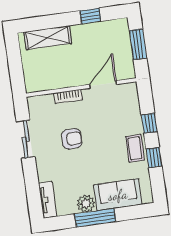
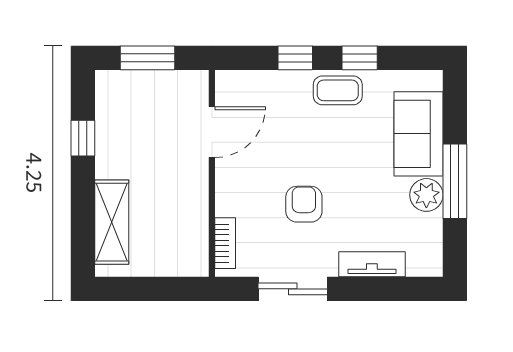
door: (103, 84) -> (212, 132), swing flipped
bookcase: (68, 96) -> (225, 243), moved
tv unit: (48, 200) -> (372, 264), moved

